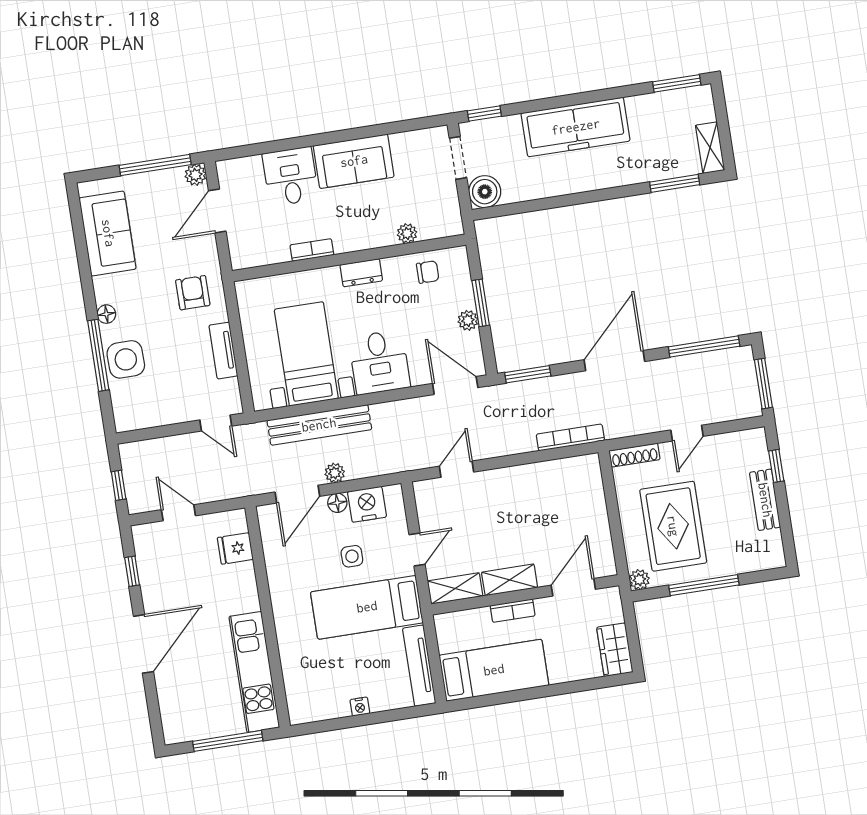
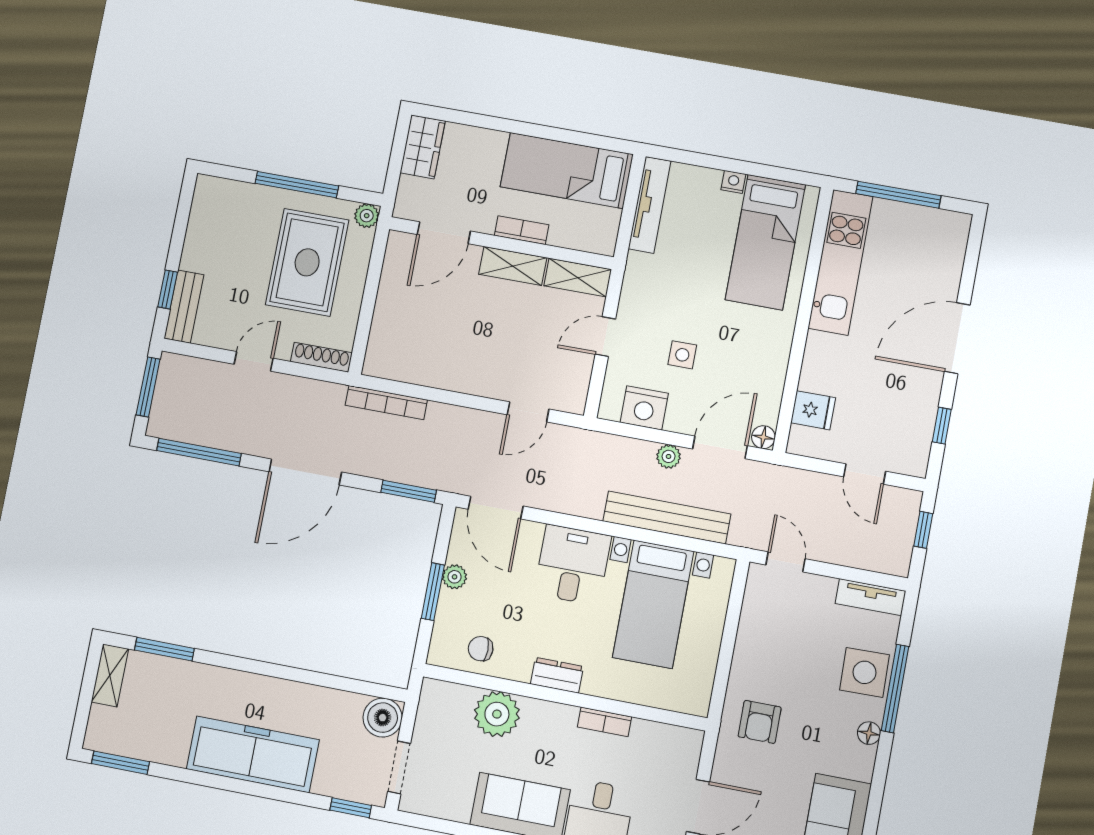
plant: (407, 233) -> (497, 714), width x1.87, depth x1.87
tv unit: (223, 351) -> (871, 597), moved, turned 90
bench: (765, 500) -> (184, 306), moved
floor lamp: (337, 503) -> (763, 437), moved
bed: (367, 607) -> (765, 242), moved, turned 90

